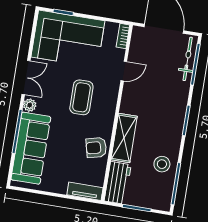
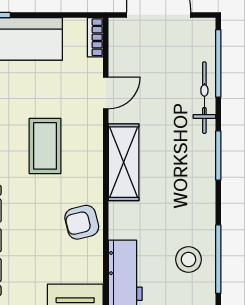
bicycle: (188, 59) -> (204, 98), moved
shelving: (124, 138) -> (124, 162), moved
stool: (162, 164) -> (188, 259), moved

